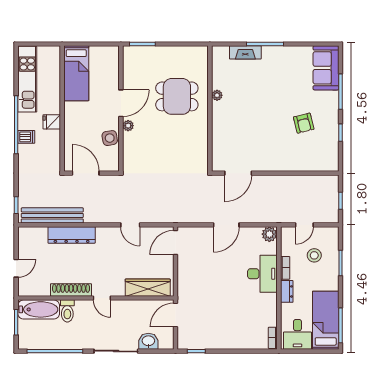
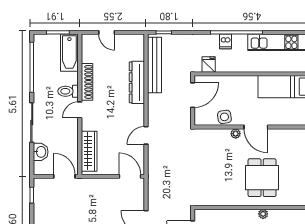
fridge: (52, 122) -> (209, 64), moved
toilet: (67, 311) -> (68, 91), moved

